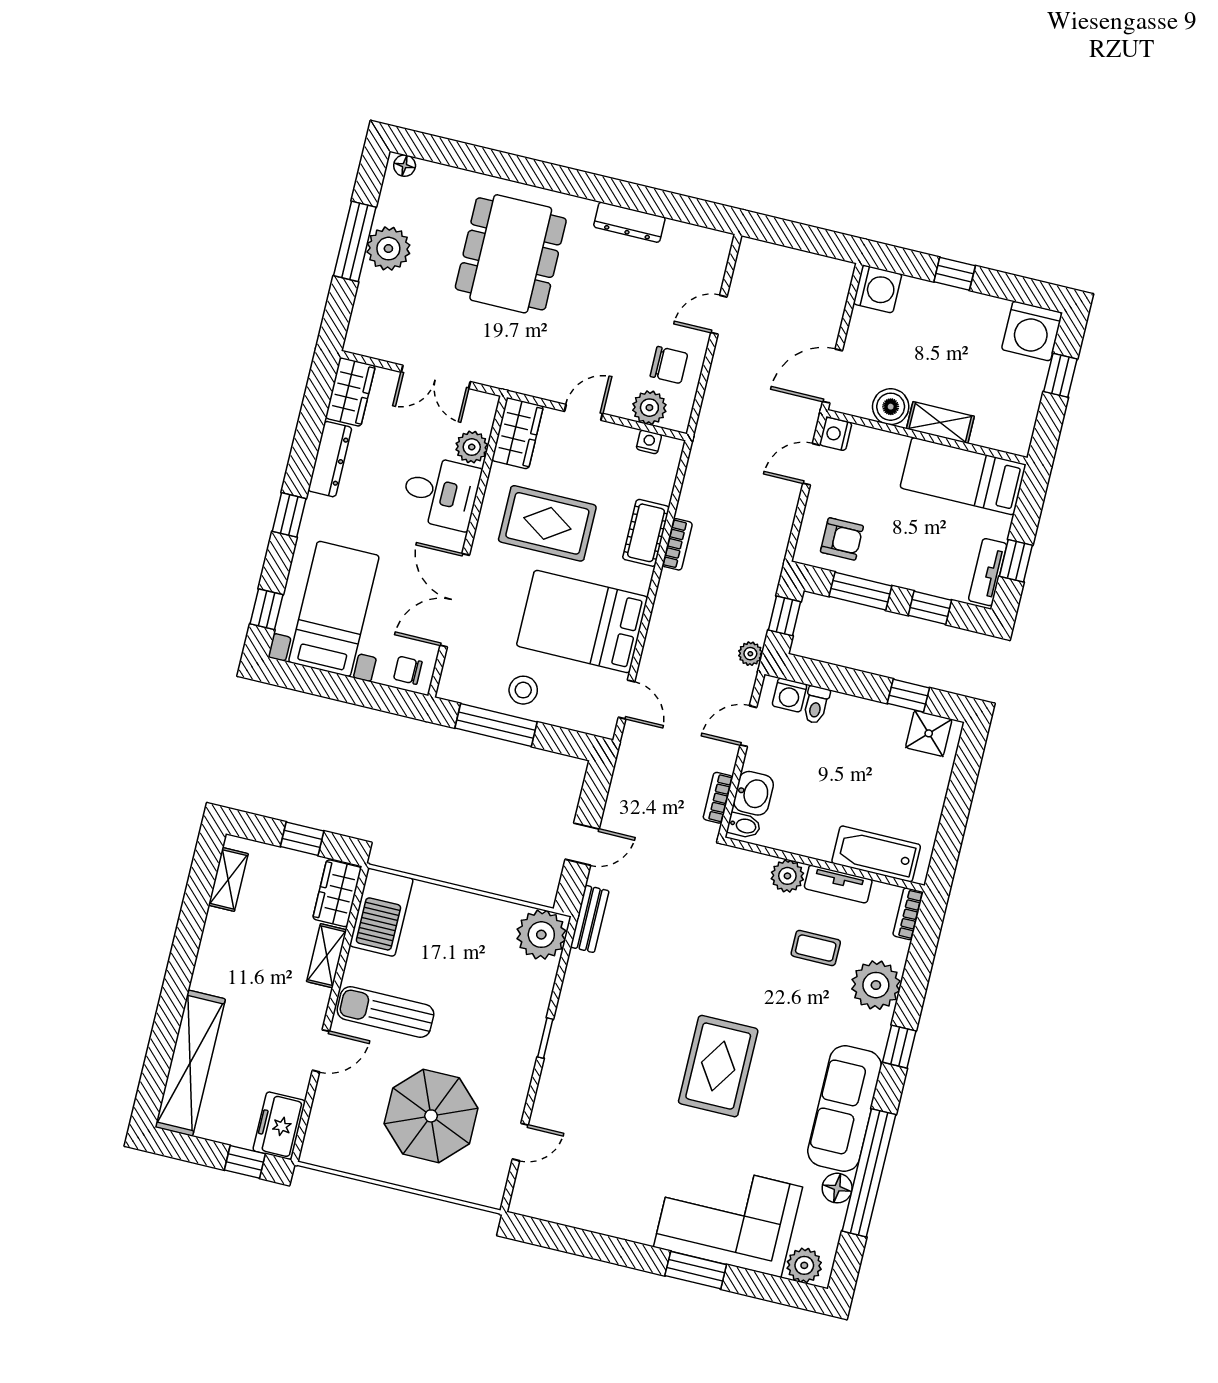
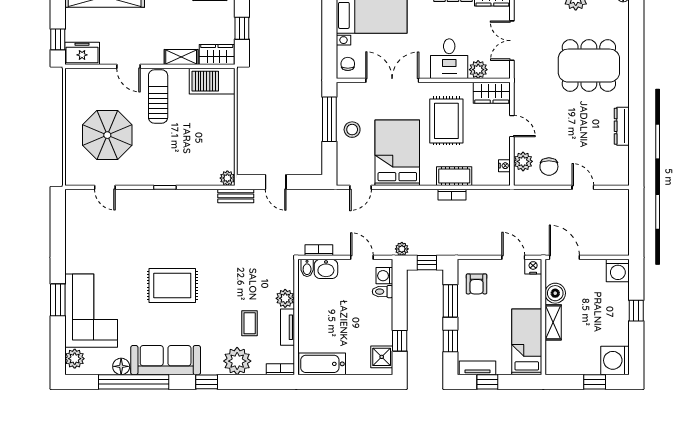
bathtub: (876, 854) -> (322, 364), moved, turned -90
plant: (541, 935) -> (227, 178), width x0.53, depth x0.53

